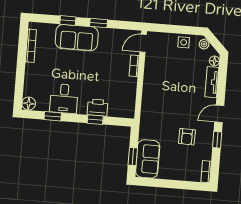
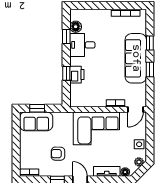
sofa: (77, 38) -> (136, 58), width x1.36
door: (143, 43) -> (136, 109), swing flipped
corner sofa: (161, 90) -> (96, 128), added
floor lamp: (29, 104) -> (76, 27), moved

